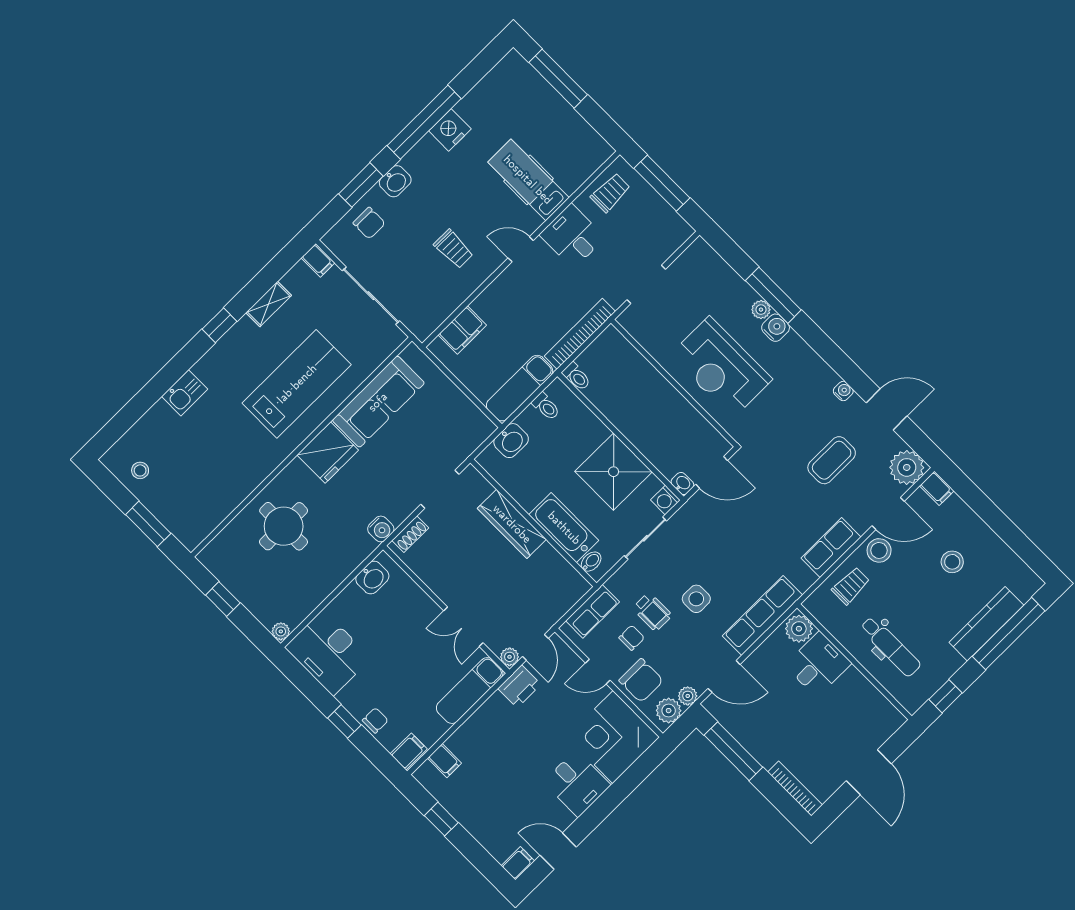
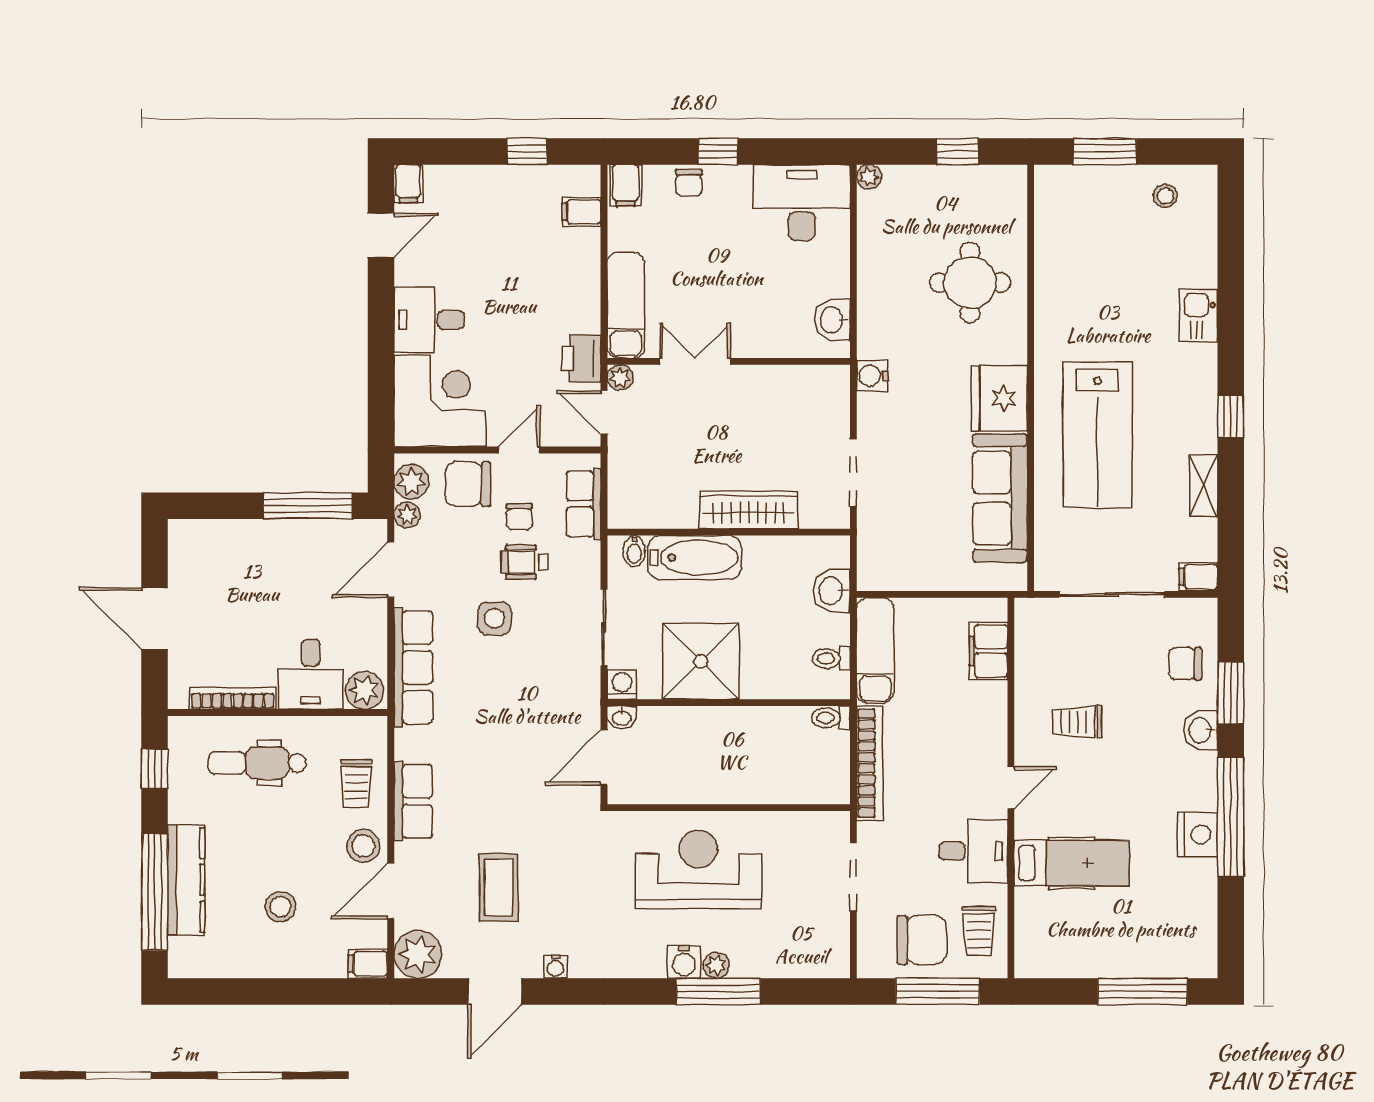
chair: (644, 217) -> (922, 940), added
shoe rack: (410, 534) -> (838, 400), removed
bookcase: (795, 789) -> (233, 698), moved, turned 180

